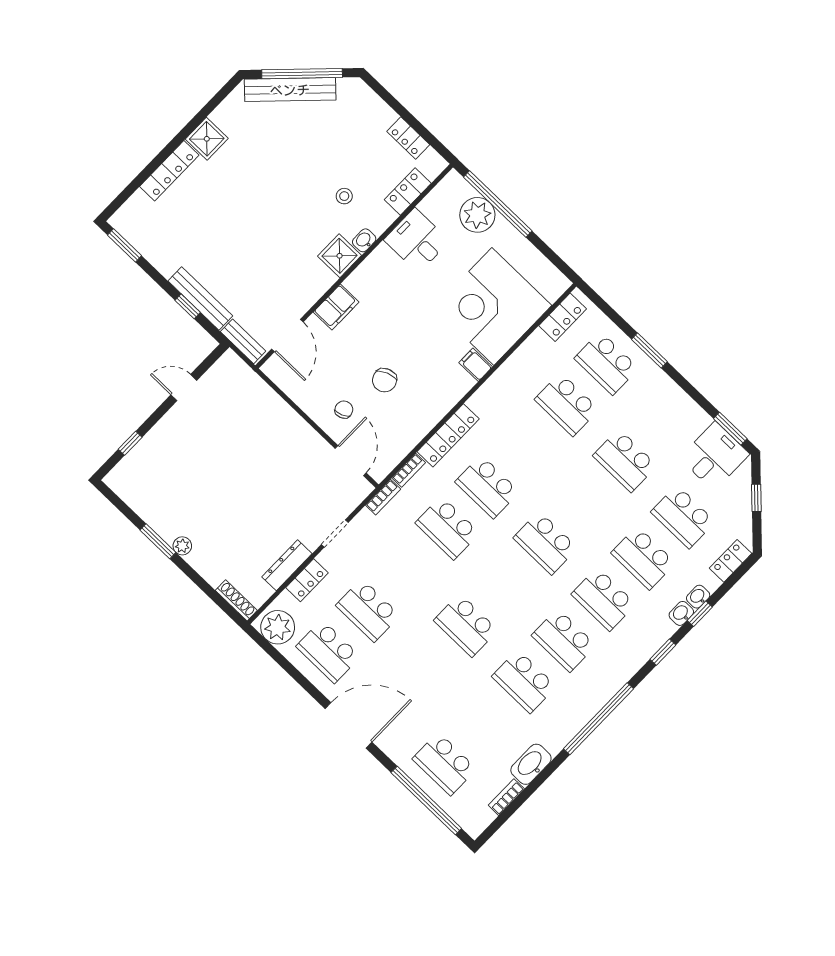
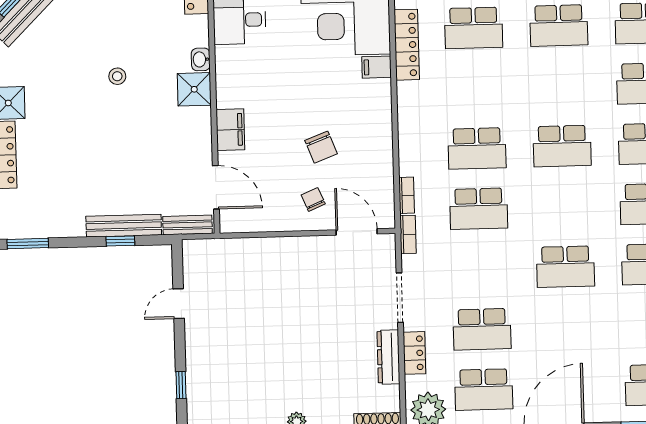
stool: (344, 196) -> (117, 76), moved
locker: (448, 435) -> (407, 45), moved
doorway: (335, 534) -> (400, 298), width x1.38

